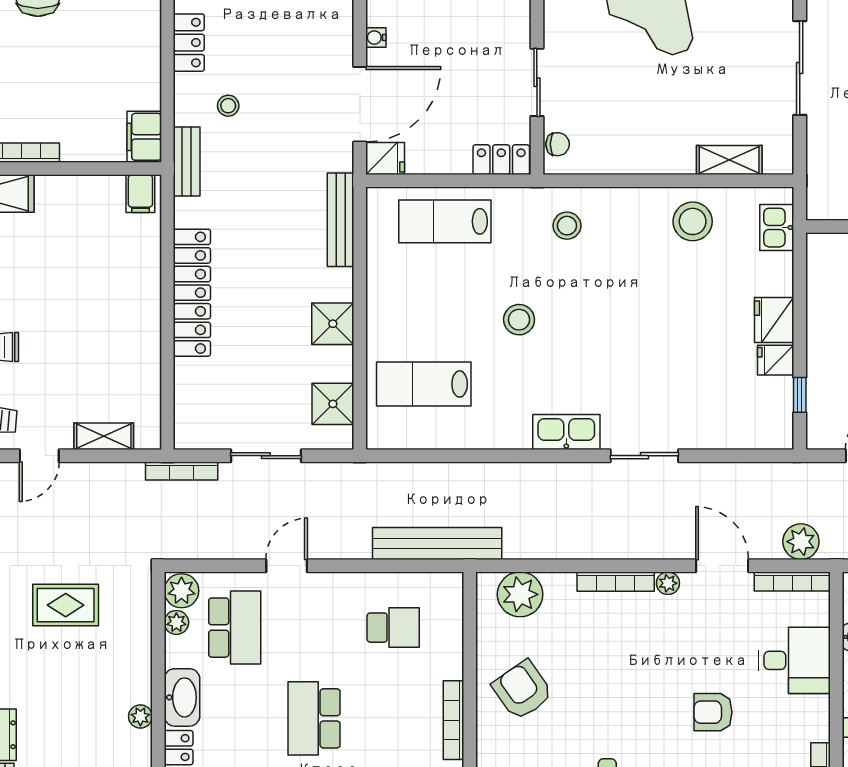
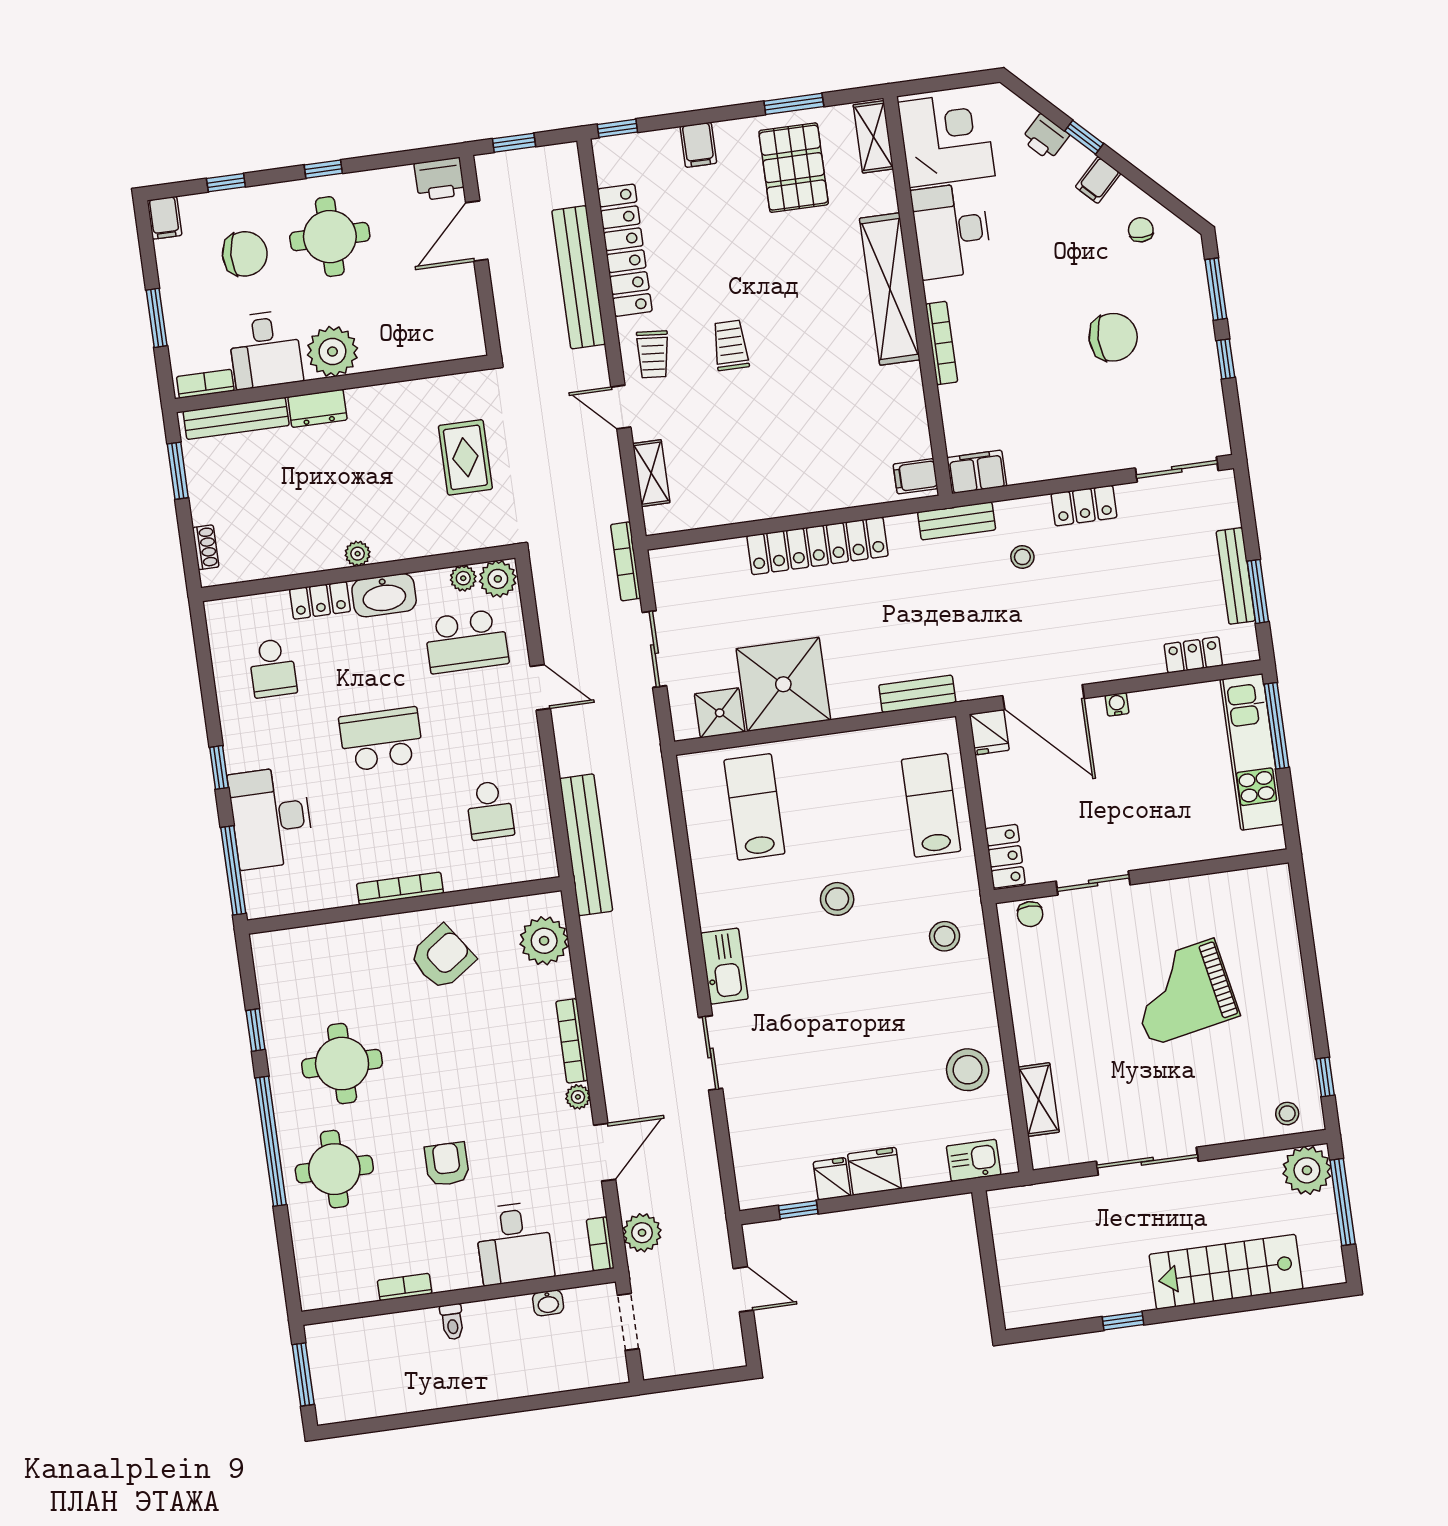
bench: (341, 220) -> (917, 694), width x0.73
shower: (333, 324) -> (783, 684), width x1.86, depth x1.86
bookcase: (792, 581) -> (600, 1244), width x0.64

